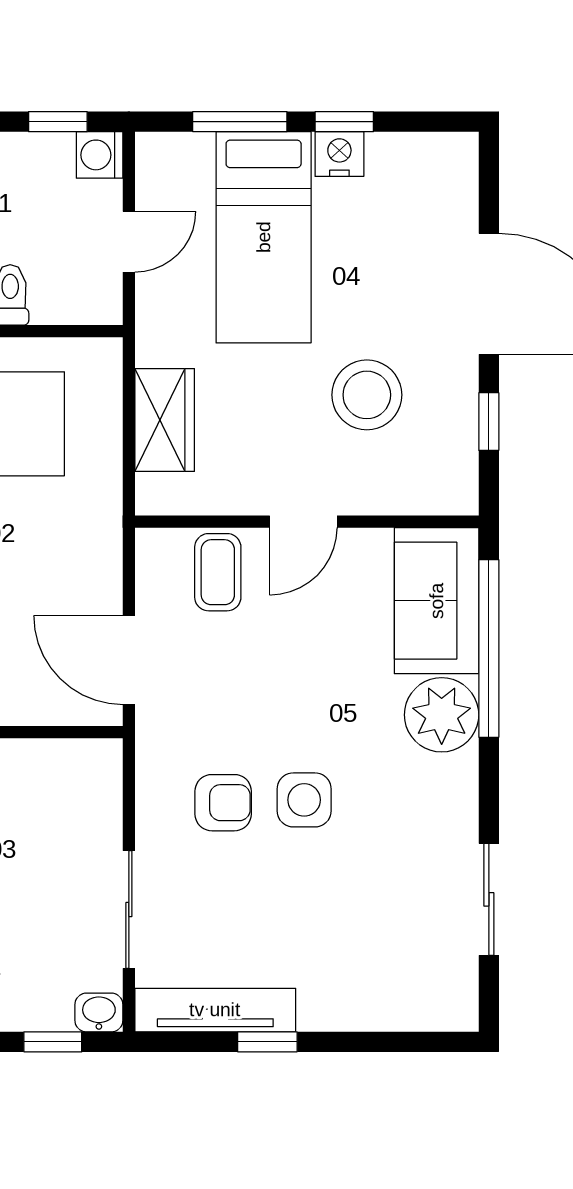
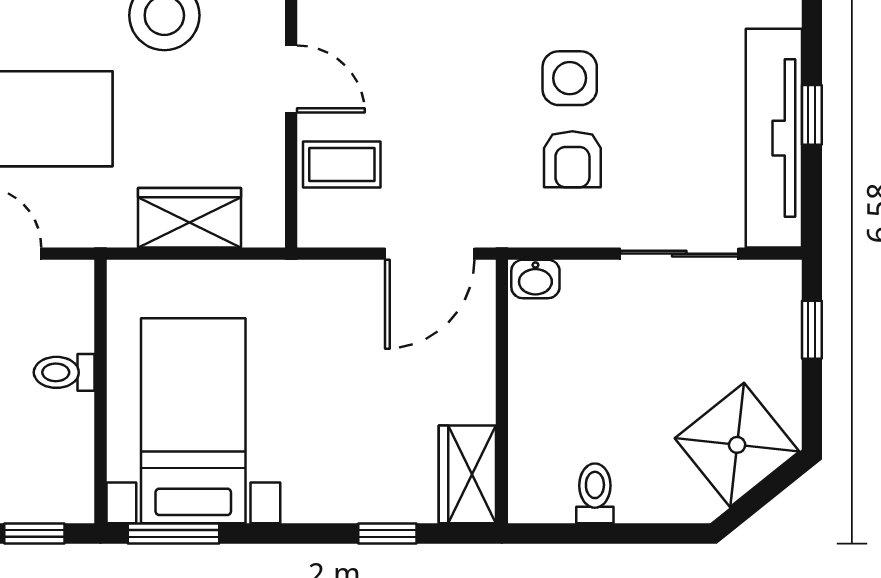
armchair: (223, 803) -> (572, 159), turned 180
tv unit: (215, 1010) -> (774, 138), width x1.36, depth x1.29
washbasin: (99, 1012) -> (535, 279), moved, turned -90

